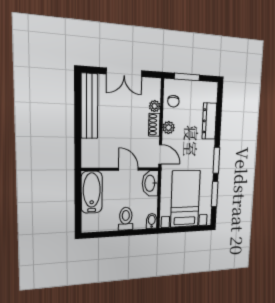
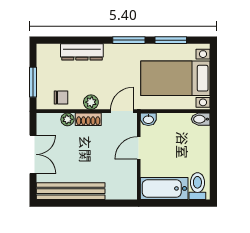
washbasin: (150, 183) -> (148, 119), width x0.52, depth x0.69
toilet: (126, 219) -> (197, 186), moved, turned 90

